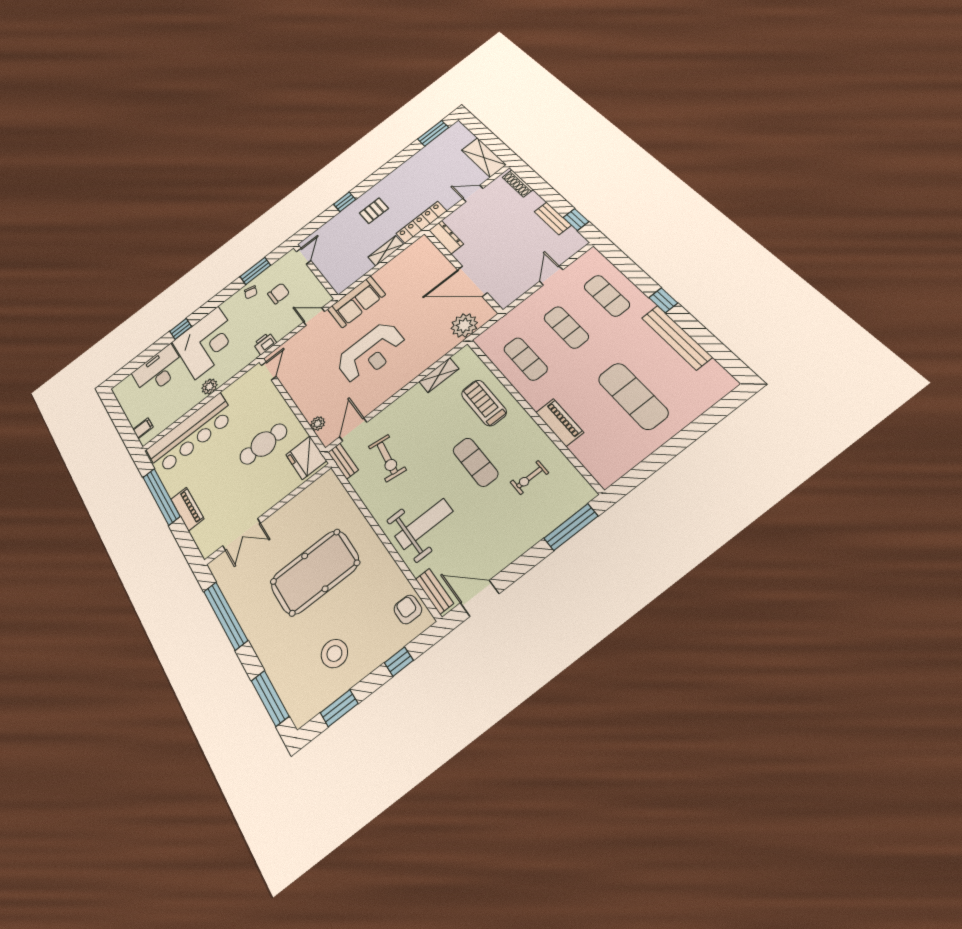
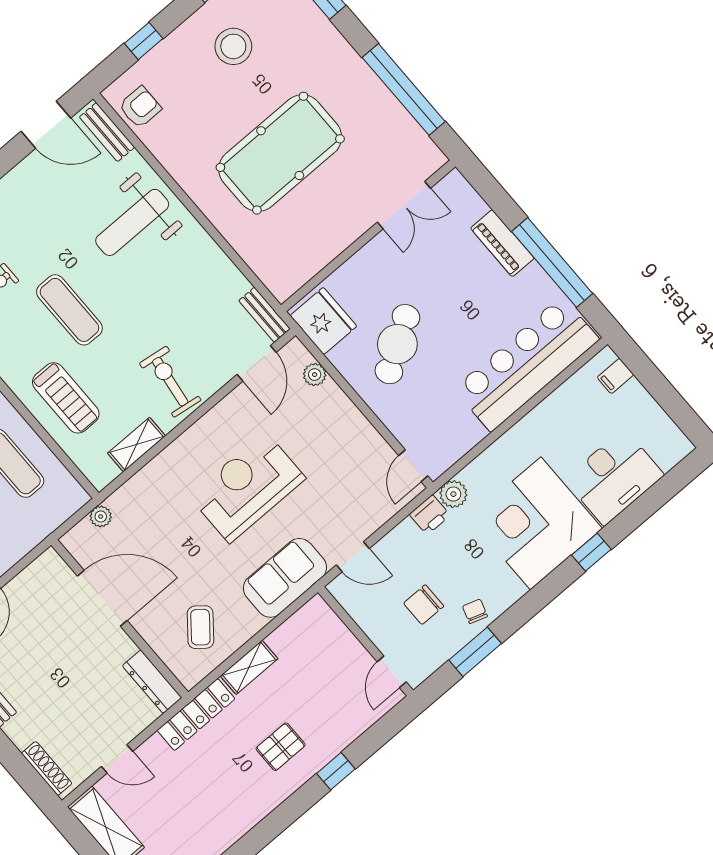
coffee table: (412, 270) -> (200, 627), added
plant: (464, 325) -> (101, 516), width x0.53, depth x0.53
plant: (209, 387) -> (453, 494), moved
cafe table: (263, 444) -> (397, 344), turned -32
exercise bike: (387, 458) -> (170, 382), moved
double door: (241, 534) -> (404, 205), swing flipped
armchair: (408, 609) -> (140, 107), turned -90

